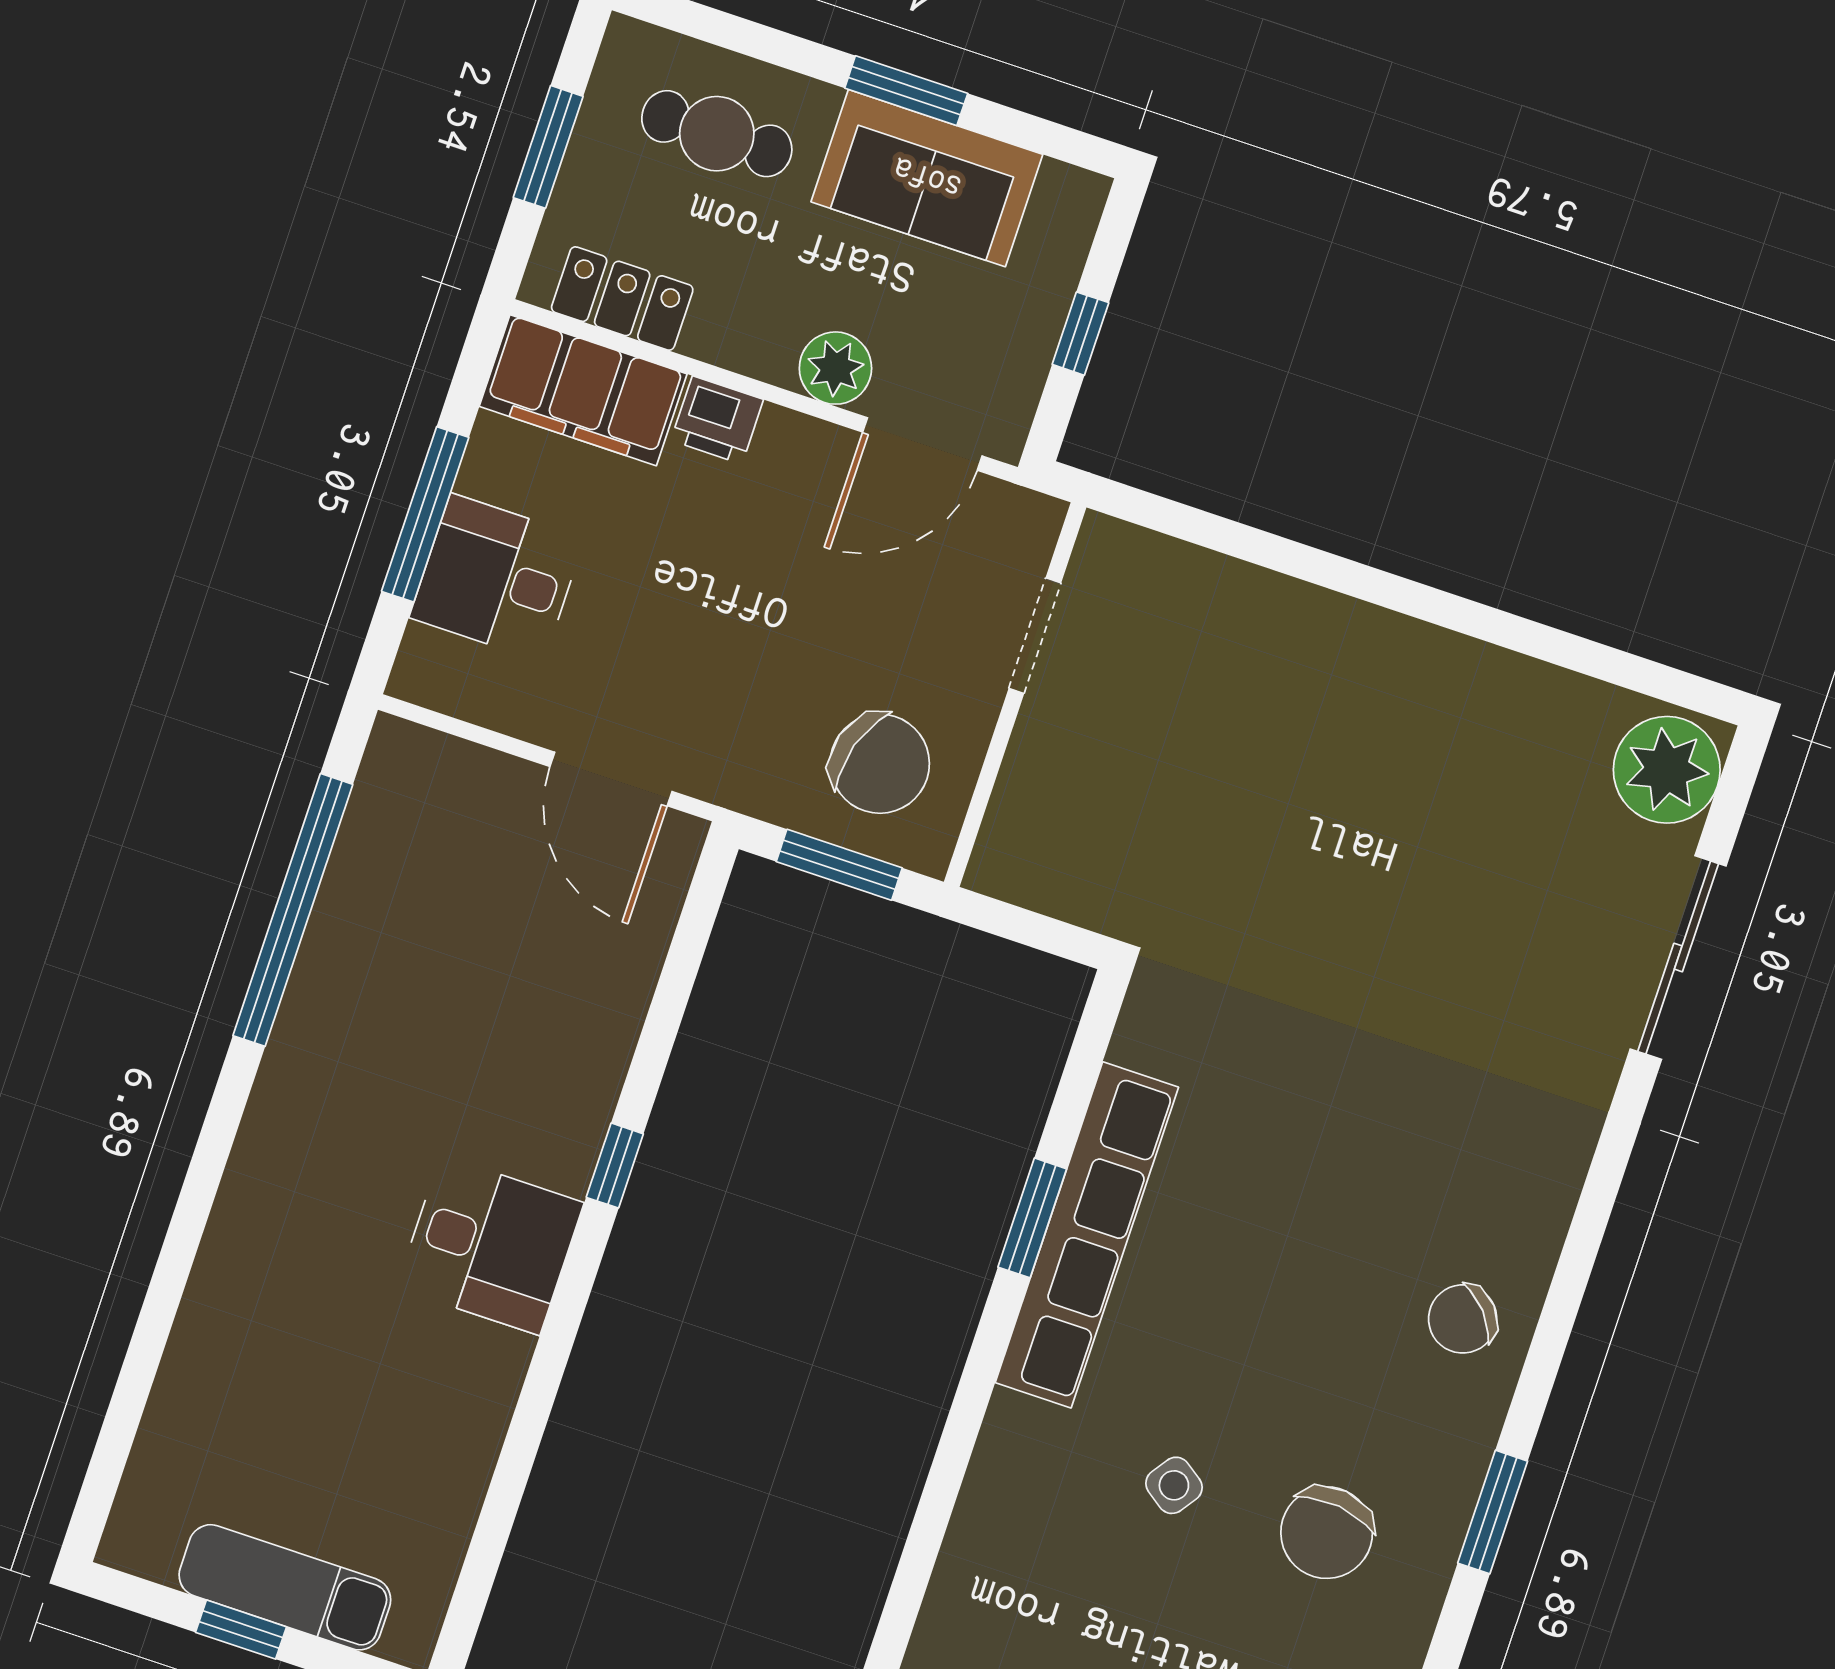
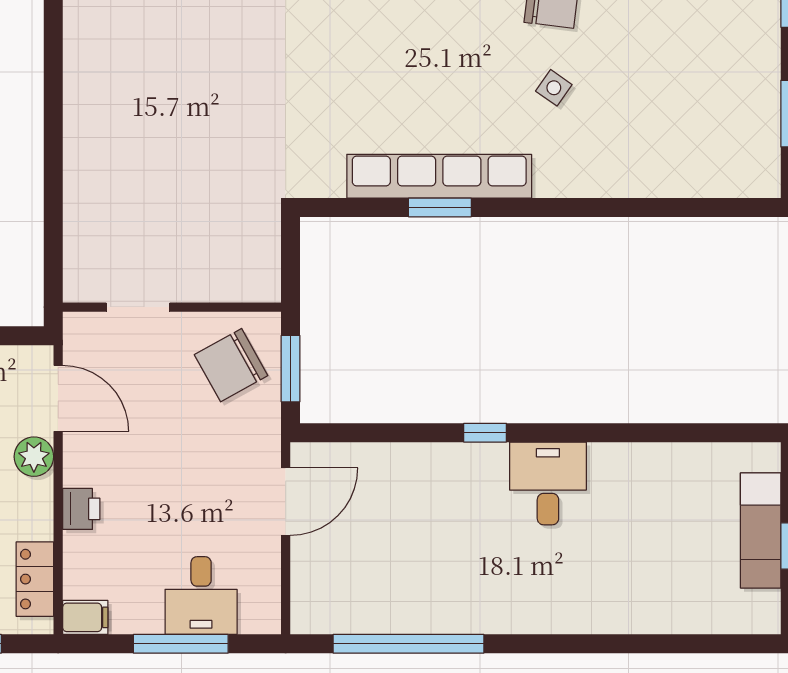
filing cabinet: (583, 390) -> (85, 617), width x0.33, depth x0.86
chair: (880, 764) -> (231, 365), turned -136

